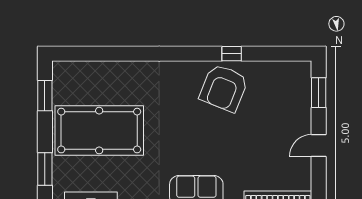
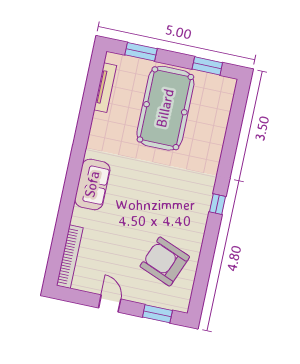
window: (232, 54) -> (218, 204), moved
armchair: (224, 88) -> (165, 261), moved

